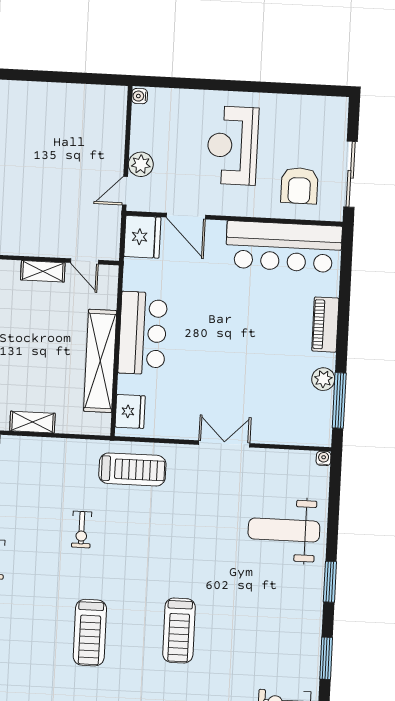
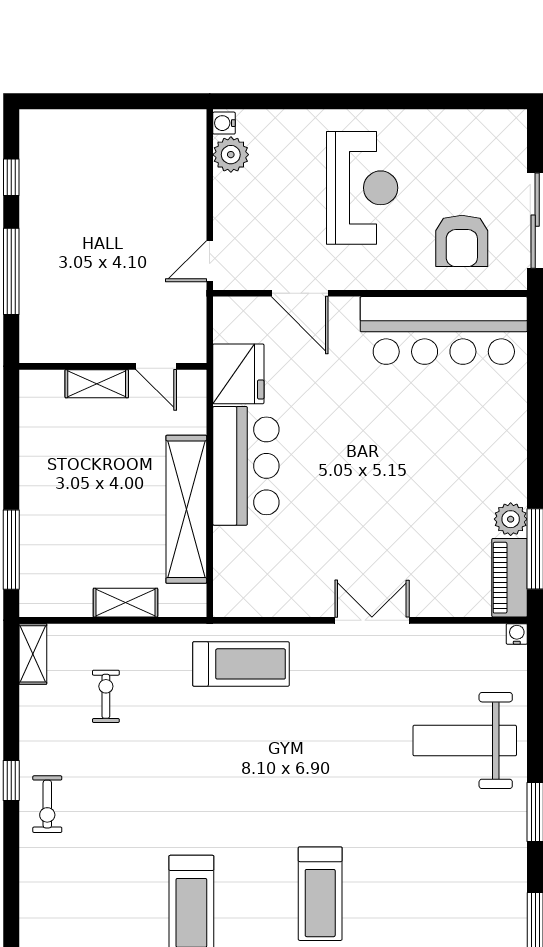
reception desk: (233, 146) -> (362, 188), turned 180
plant: (141, 164) -> (231, 155), moved
fridge: (142, 237) -> (238, 374), moved
piano: (325, 325) -> (510, 578), moved
fridge: (130, 411) -> (233, 580), removed
shelving: (32, 422) -> (125, 603), moved
exercise bike: (82, 530) -> (106, 696), moved, turned 180

